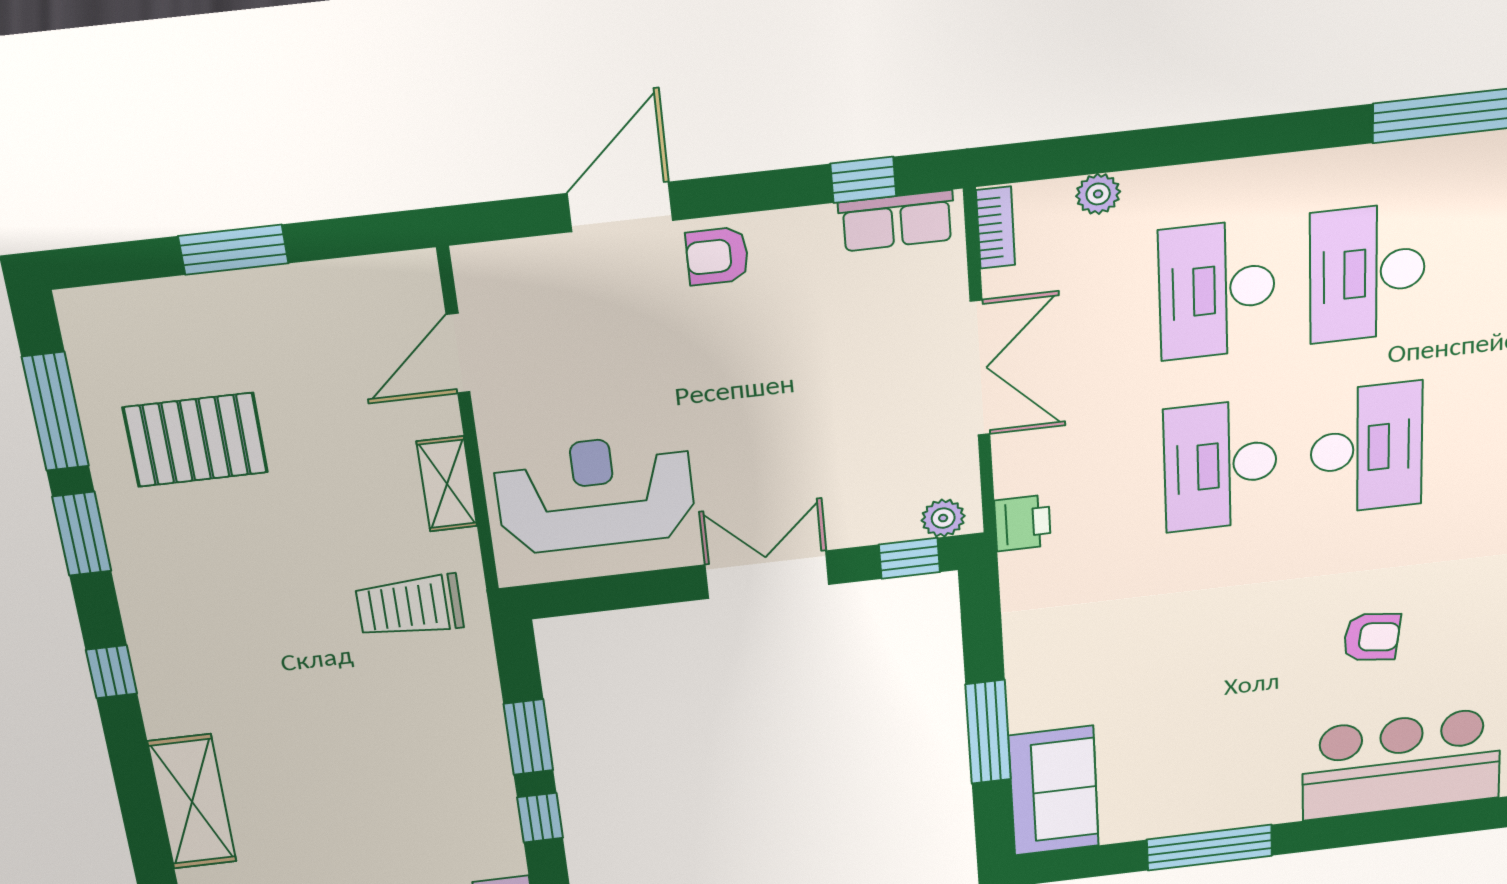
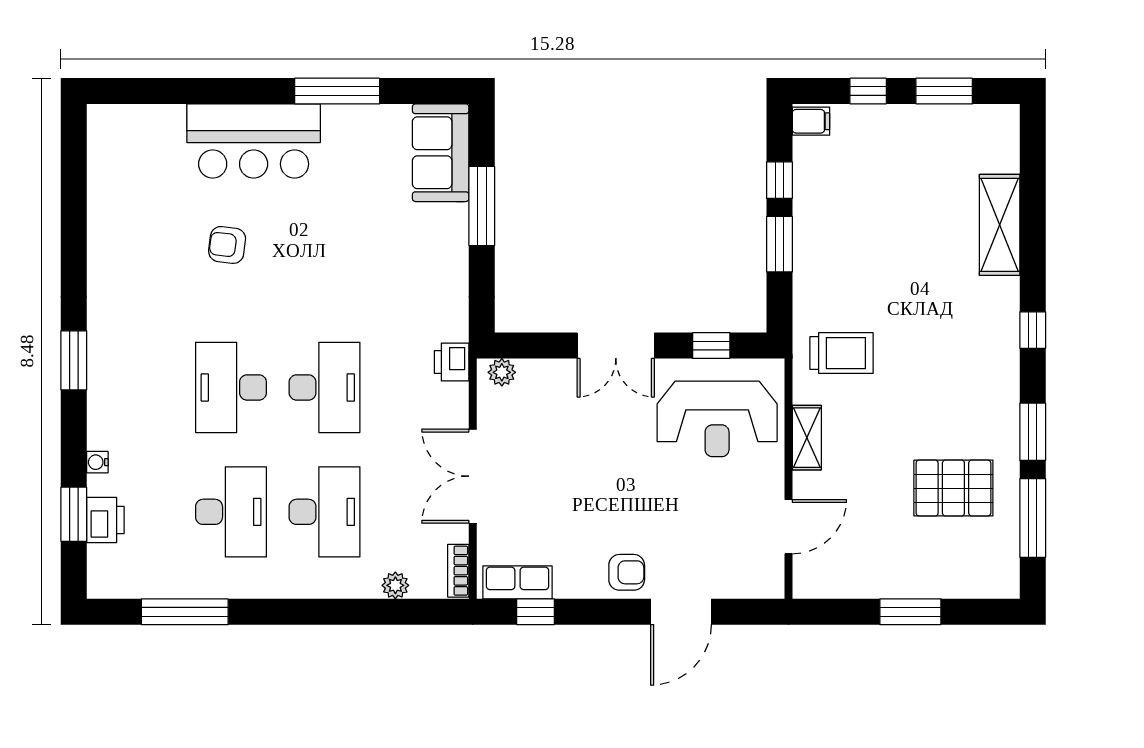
window: (909, 558) -> (711, 346), moved
bar counter: (1401, 764) -> (254, 141), moved

